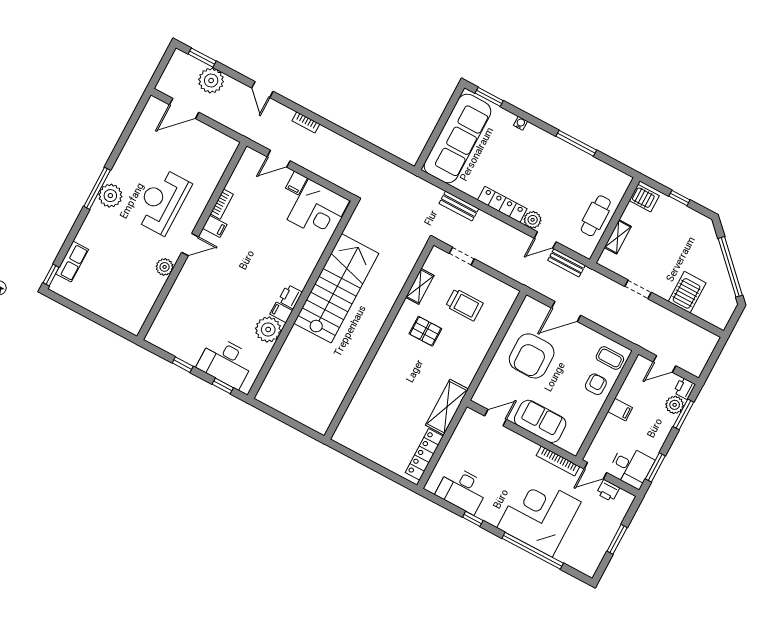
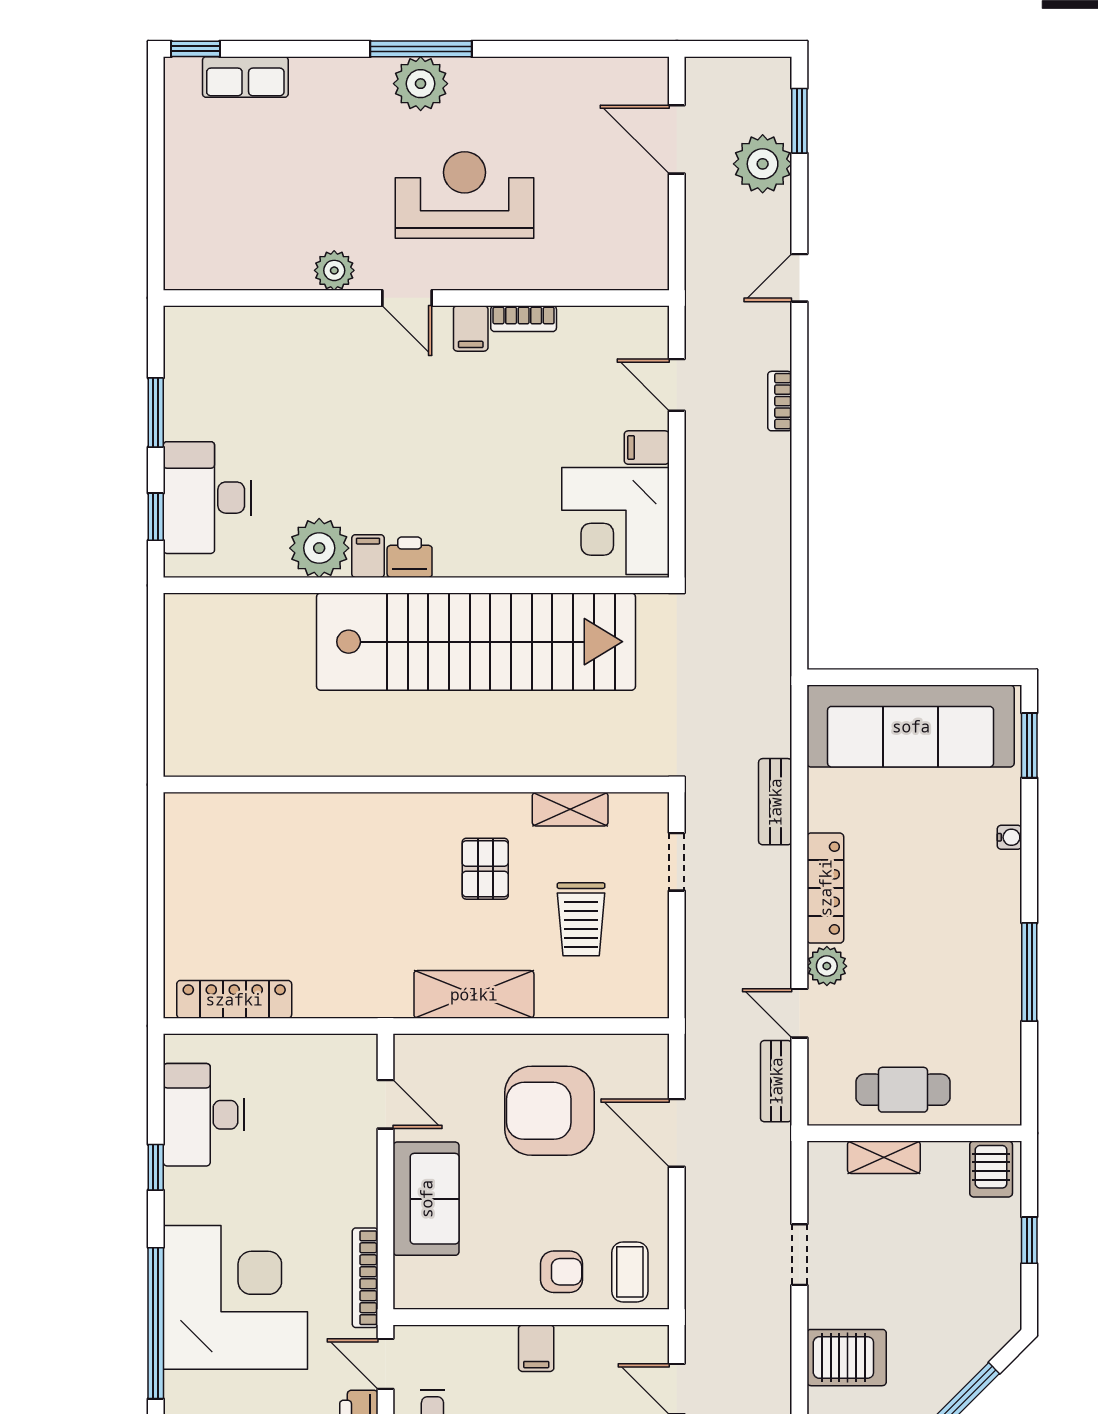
stairs: (336, 288) -> (476, 642), width x1.36
window: (183, 365) -> (156, 412), width x1.50
shelving: (447, 407) -> (474, 994), moved

